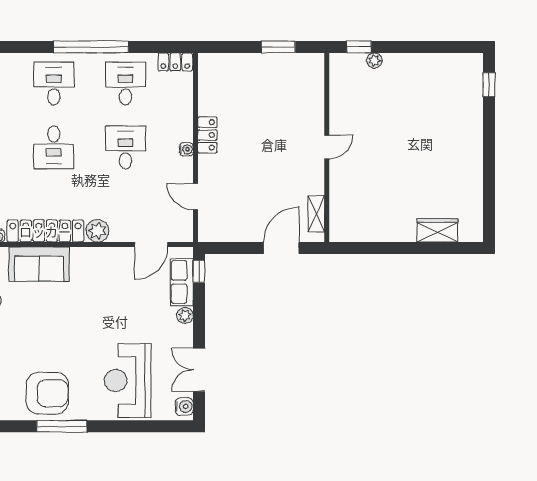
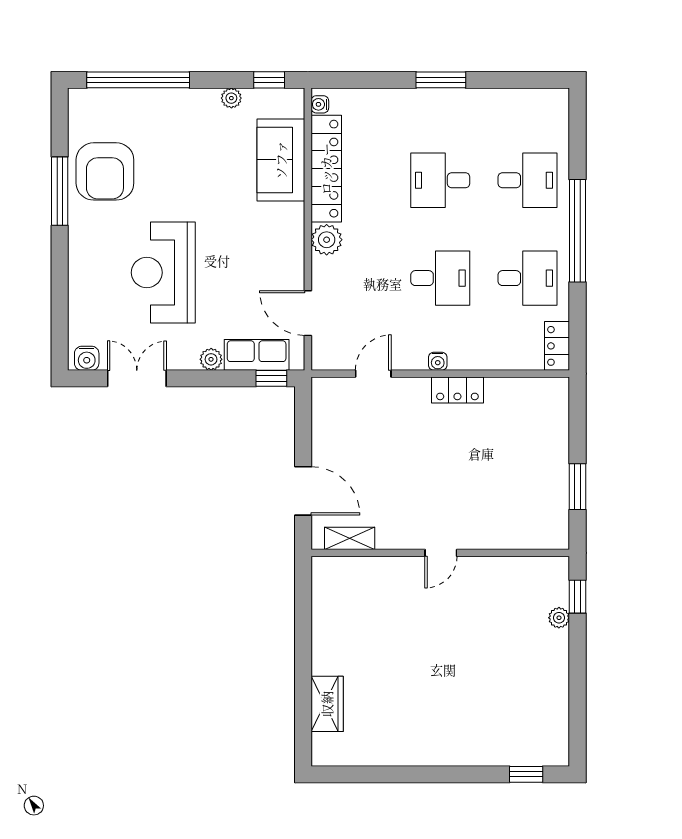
door: (327, 147) -> (441, 553), hinge flipped
reception desk: (128, 380) -> (163, 273), moved, turned -90

